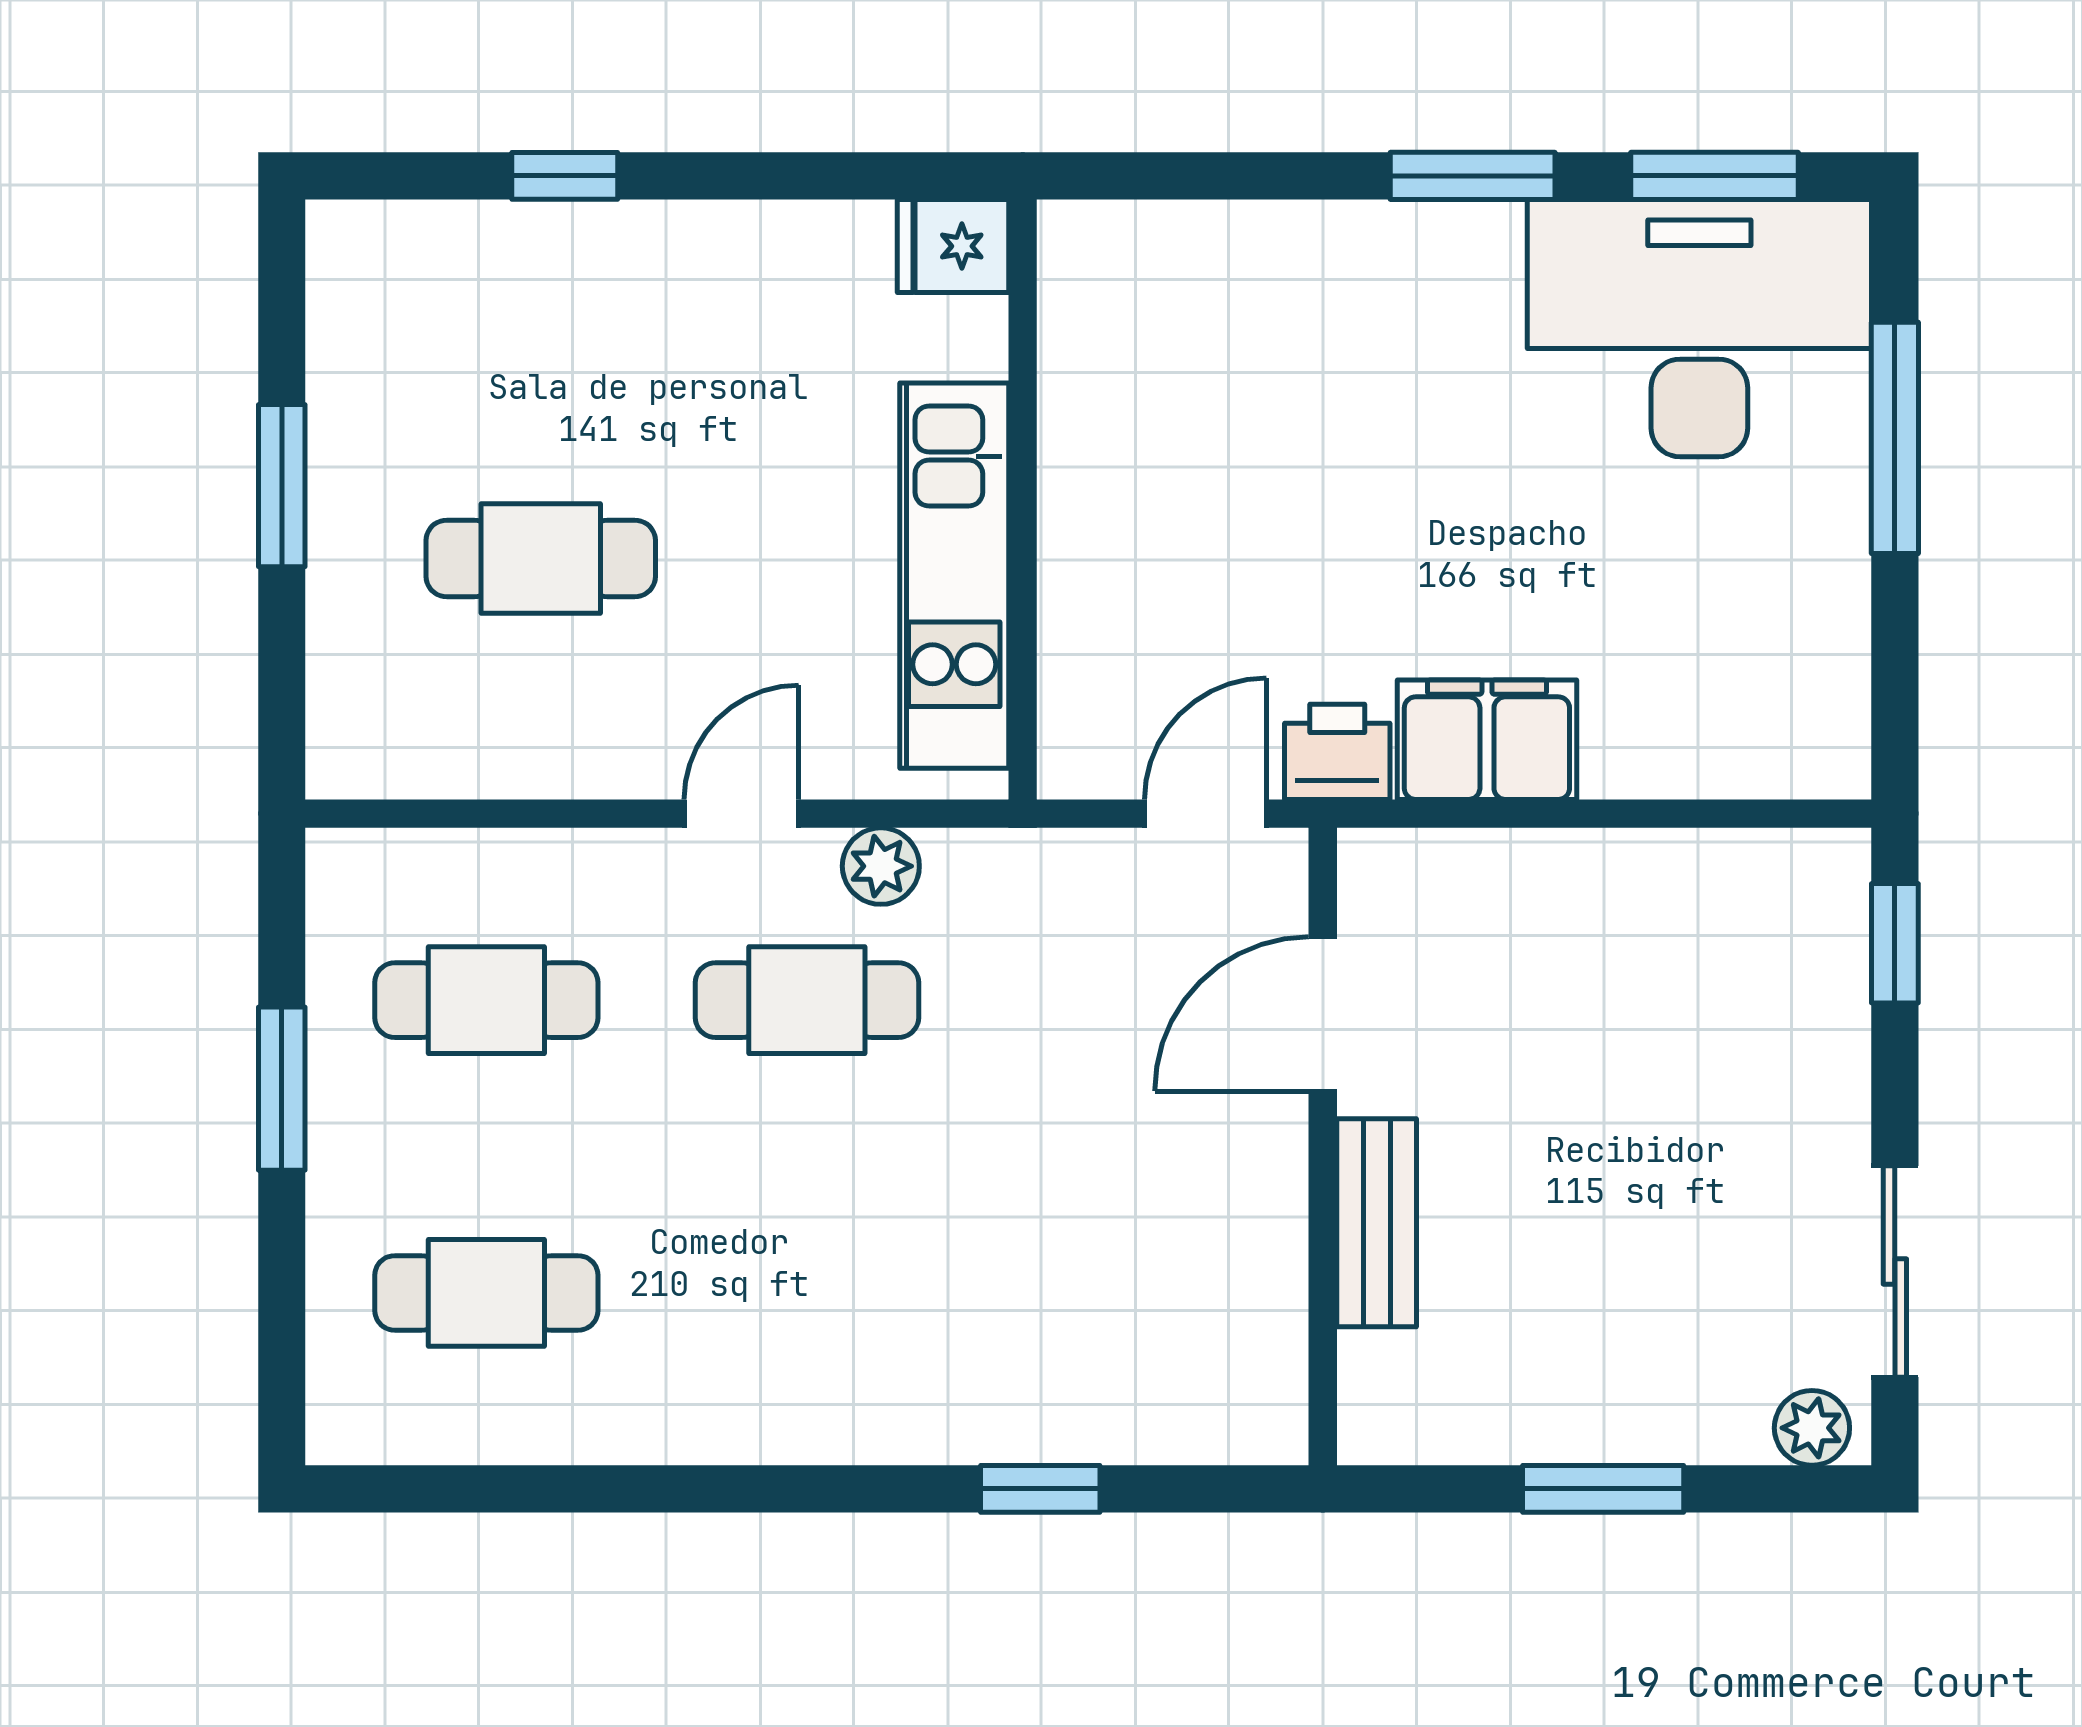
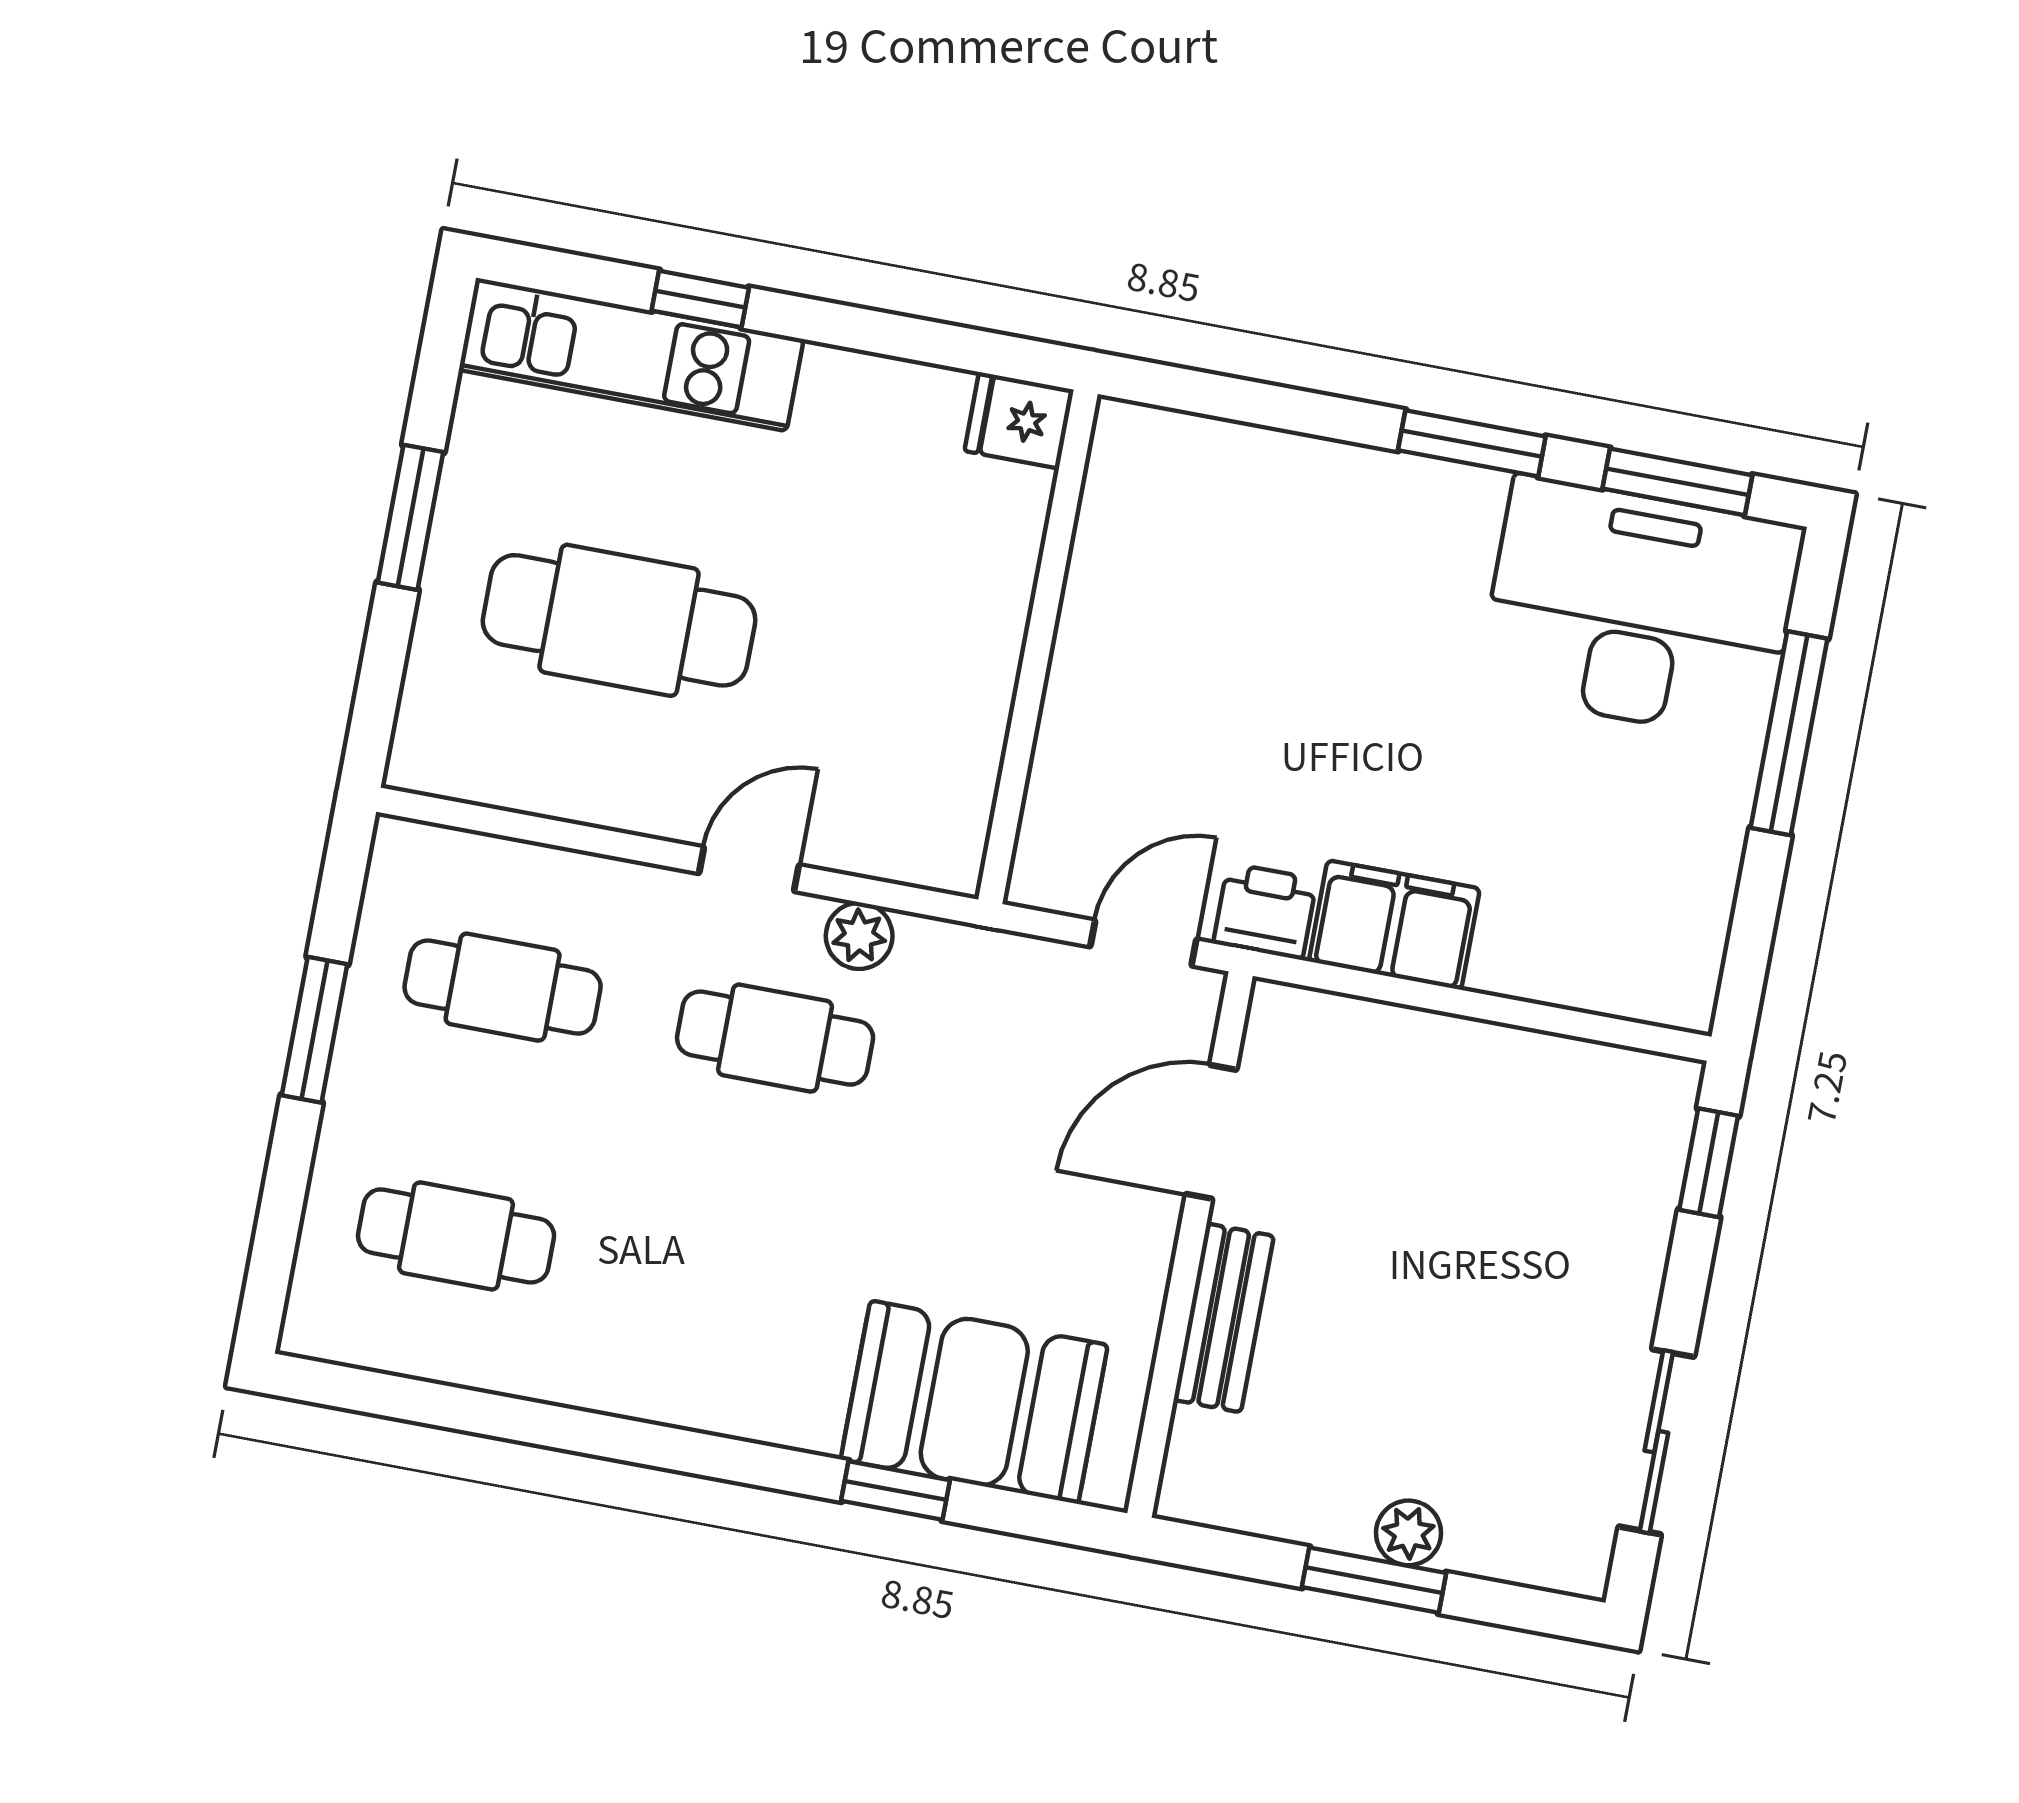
cafe table: (541, 558) -> (619, 620), width x1.37, depth x1.35
kitchen unit: (954, 576) -> (631, 355), moved, turned -90
booth: (1111, 1372) -> (974, 1402), added
plant: (1812, 1428) -> (1409, 1533), moved

